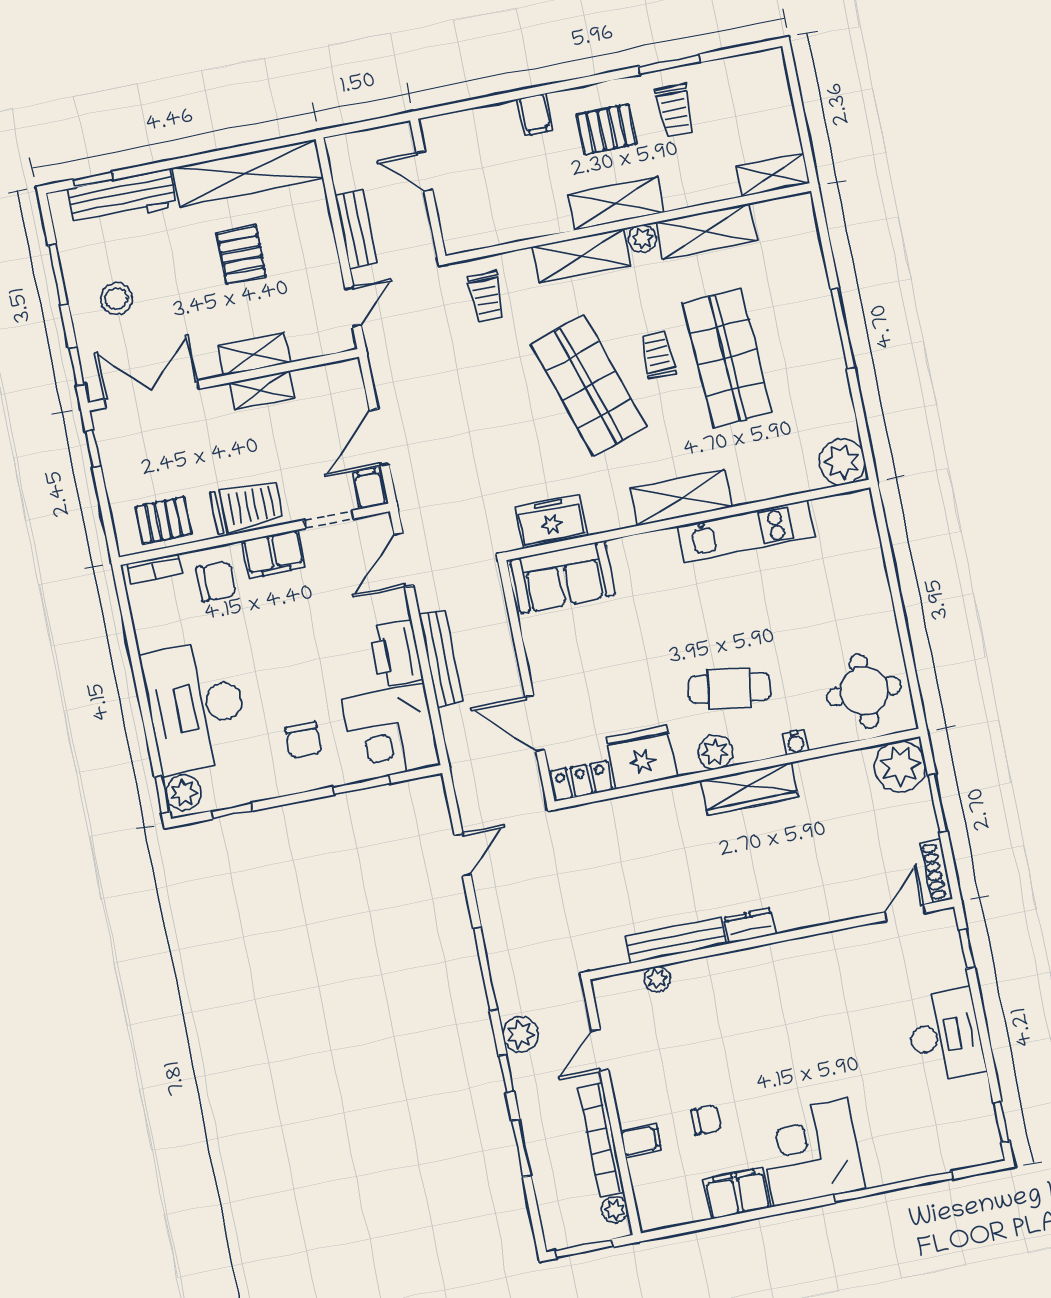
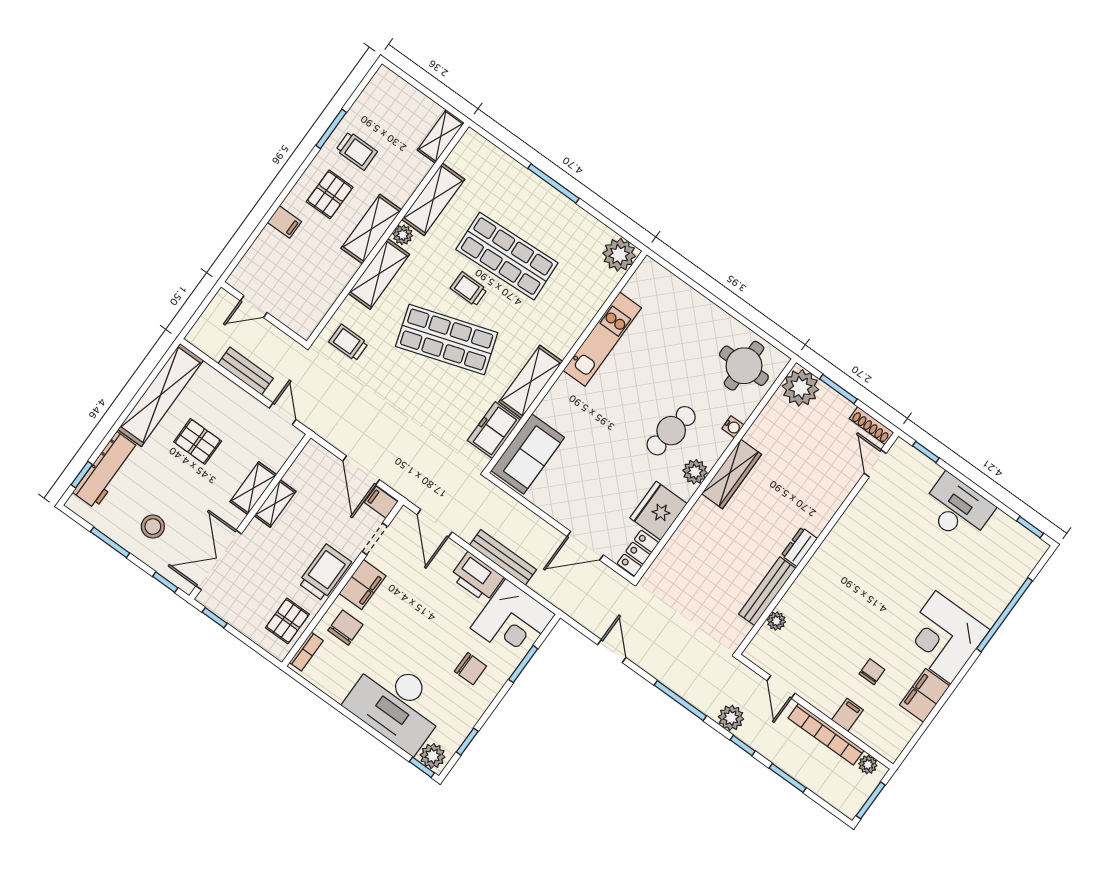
trolley: (486, 297) -> (348, 343), turned 180
shelving: (681, 497) -> (531, 382), moved

